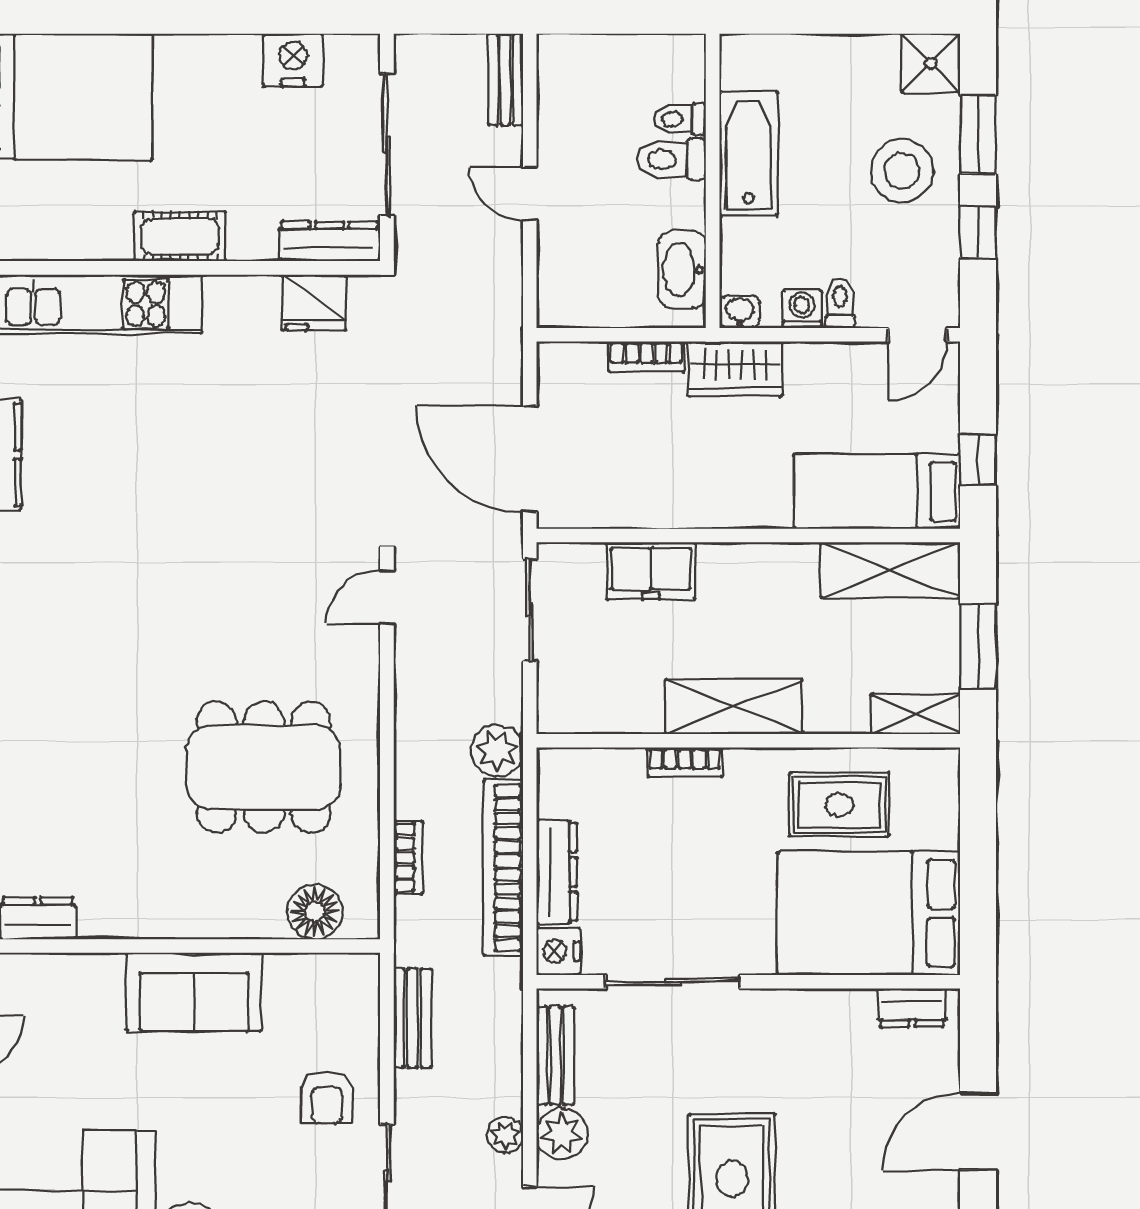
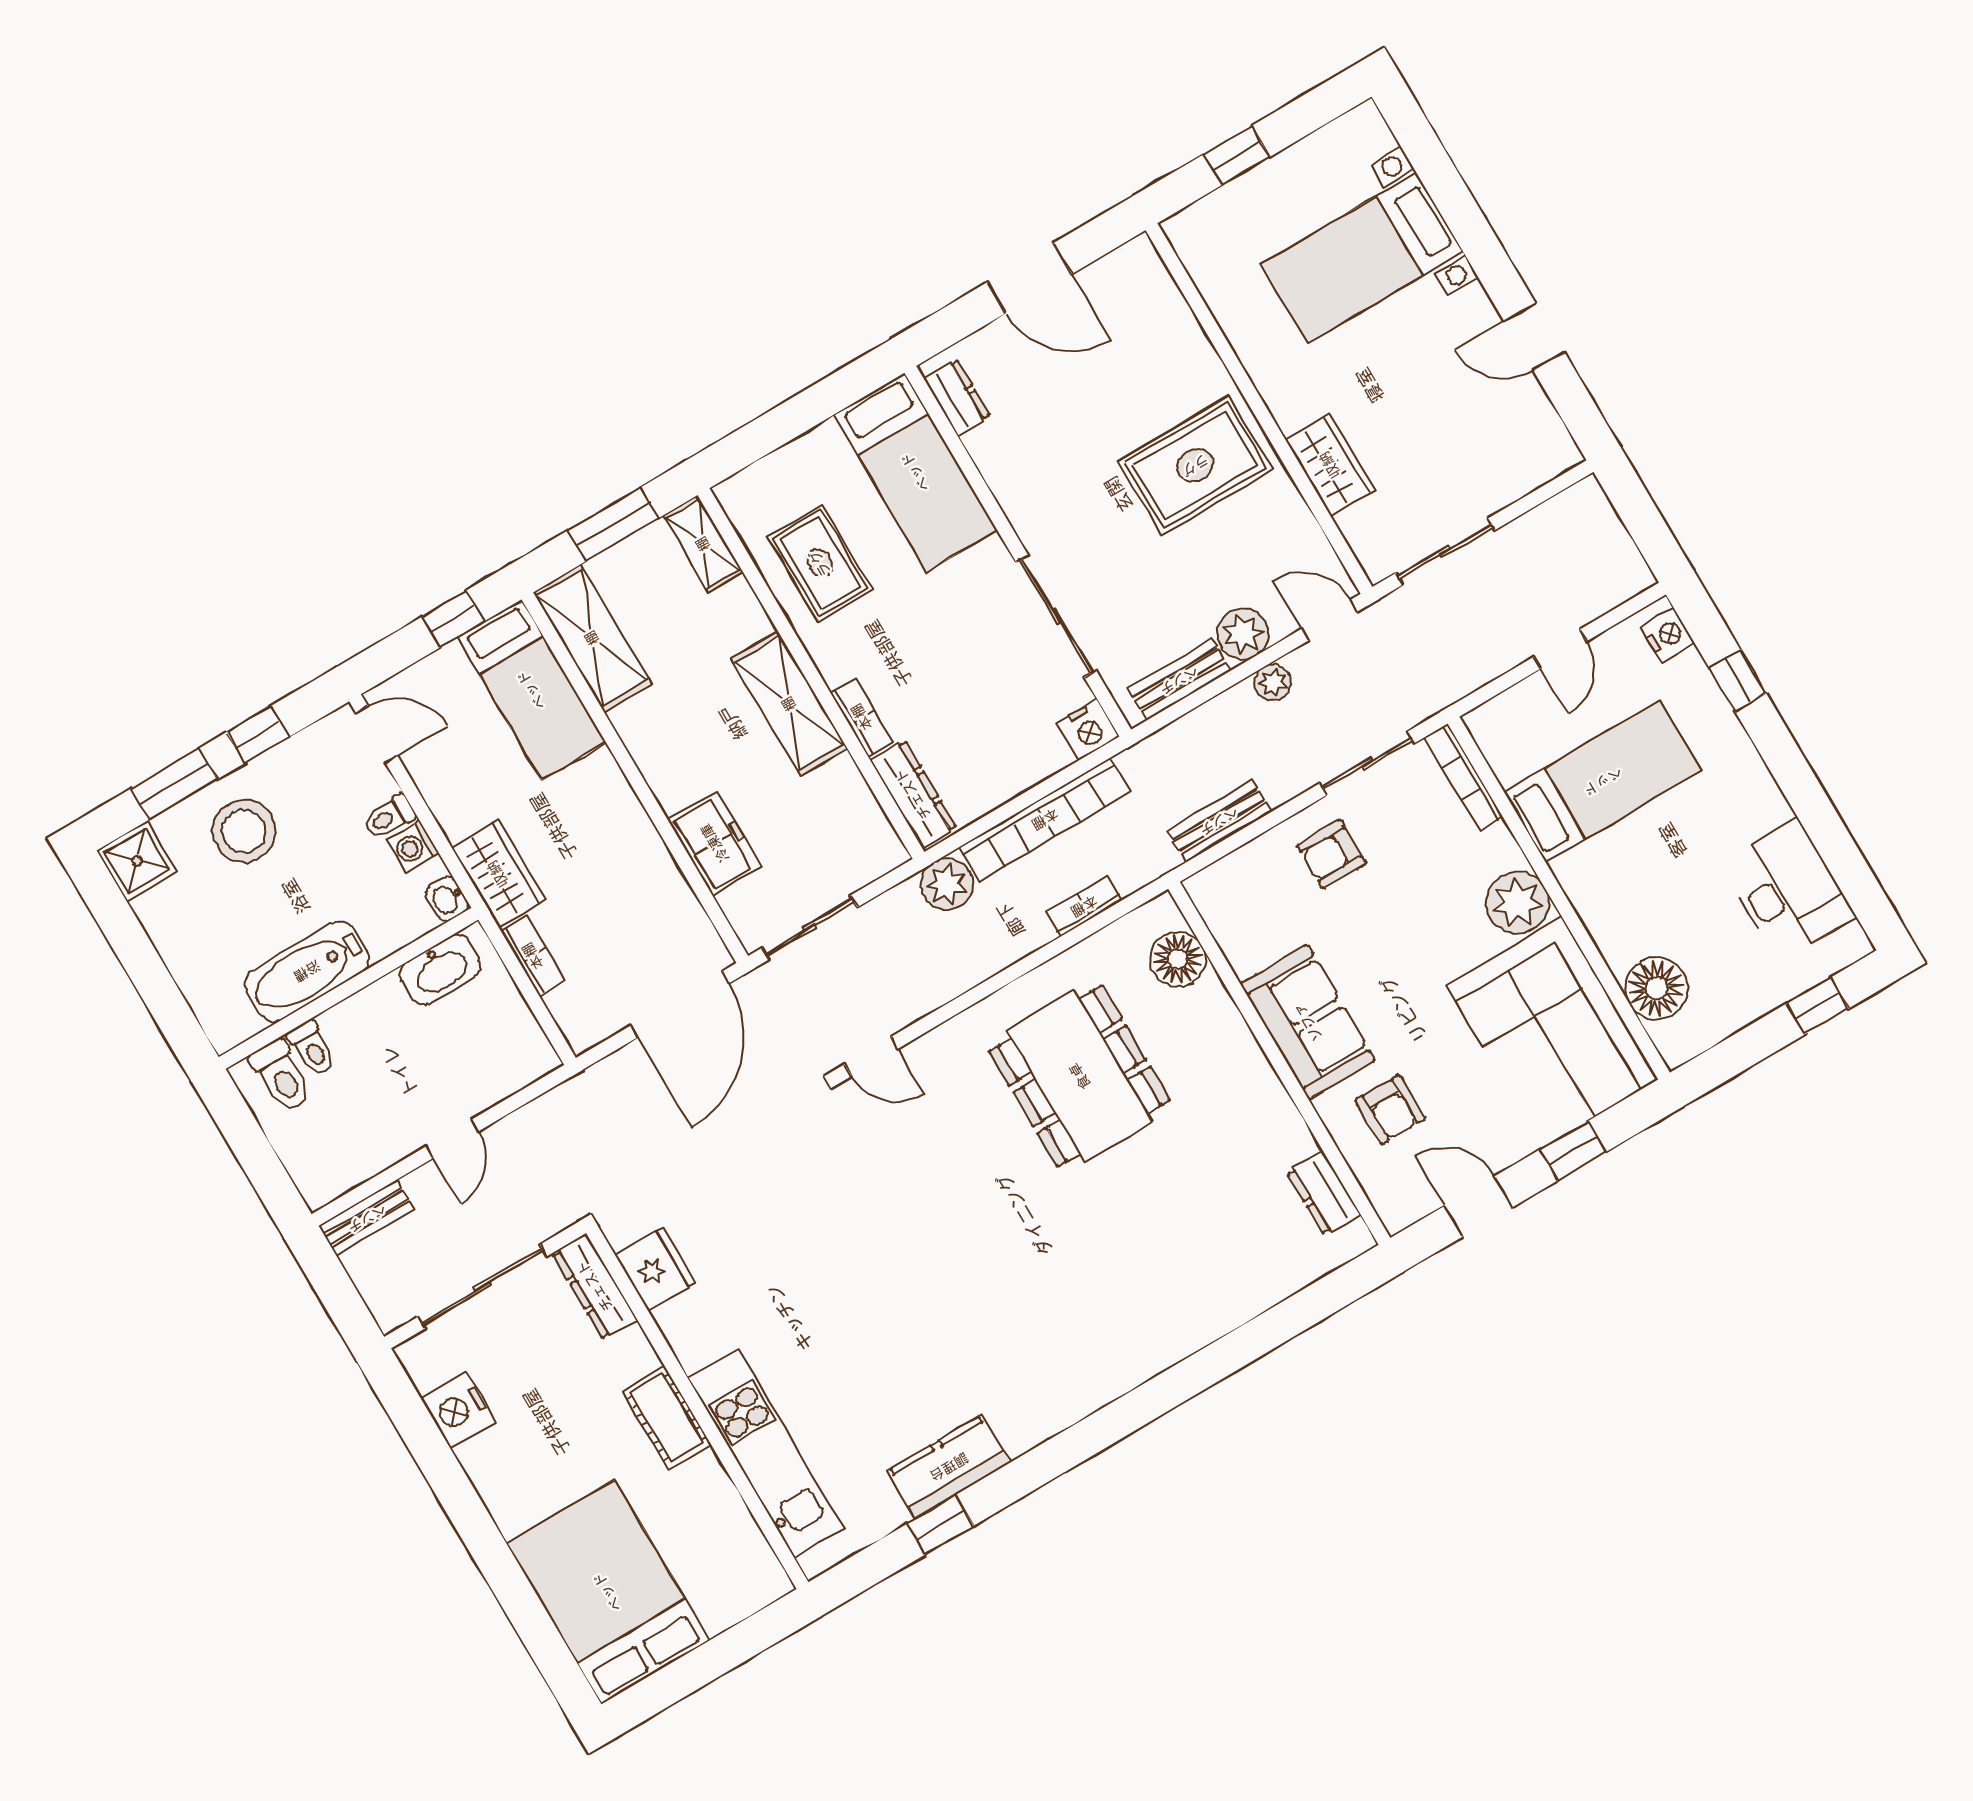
toilet: (671, 159) -> (281, 1076), moved
dresser: (557, 872) -> (913, 794), moved, turned 90
bed: (869, 913) -> (916, 472), width x0.67
armchair: (76, 1018) -> (1390, 1109), added
armchair: (327, 1098) -> (1332, 854), turned 180

